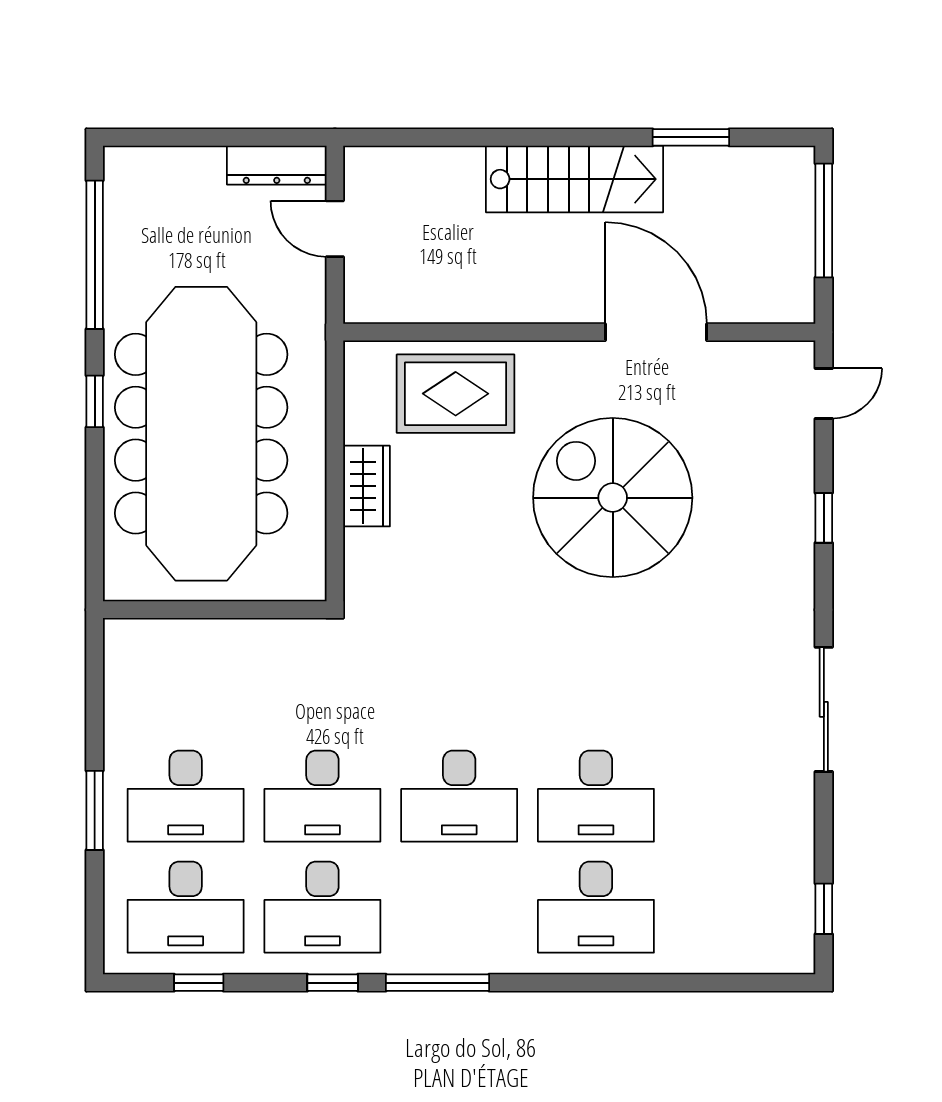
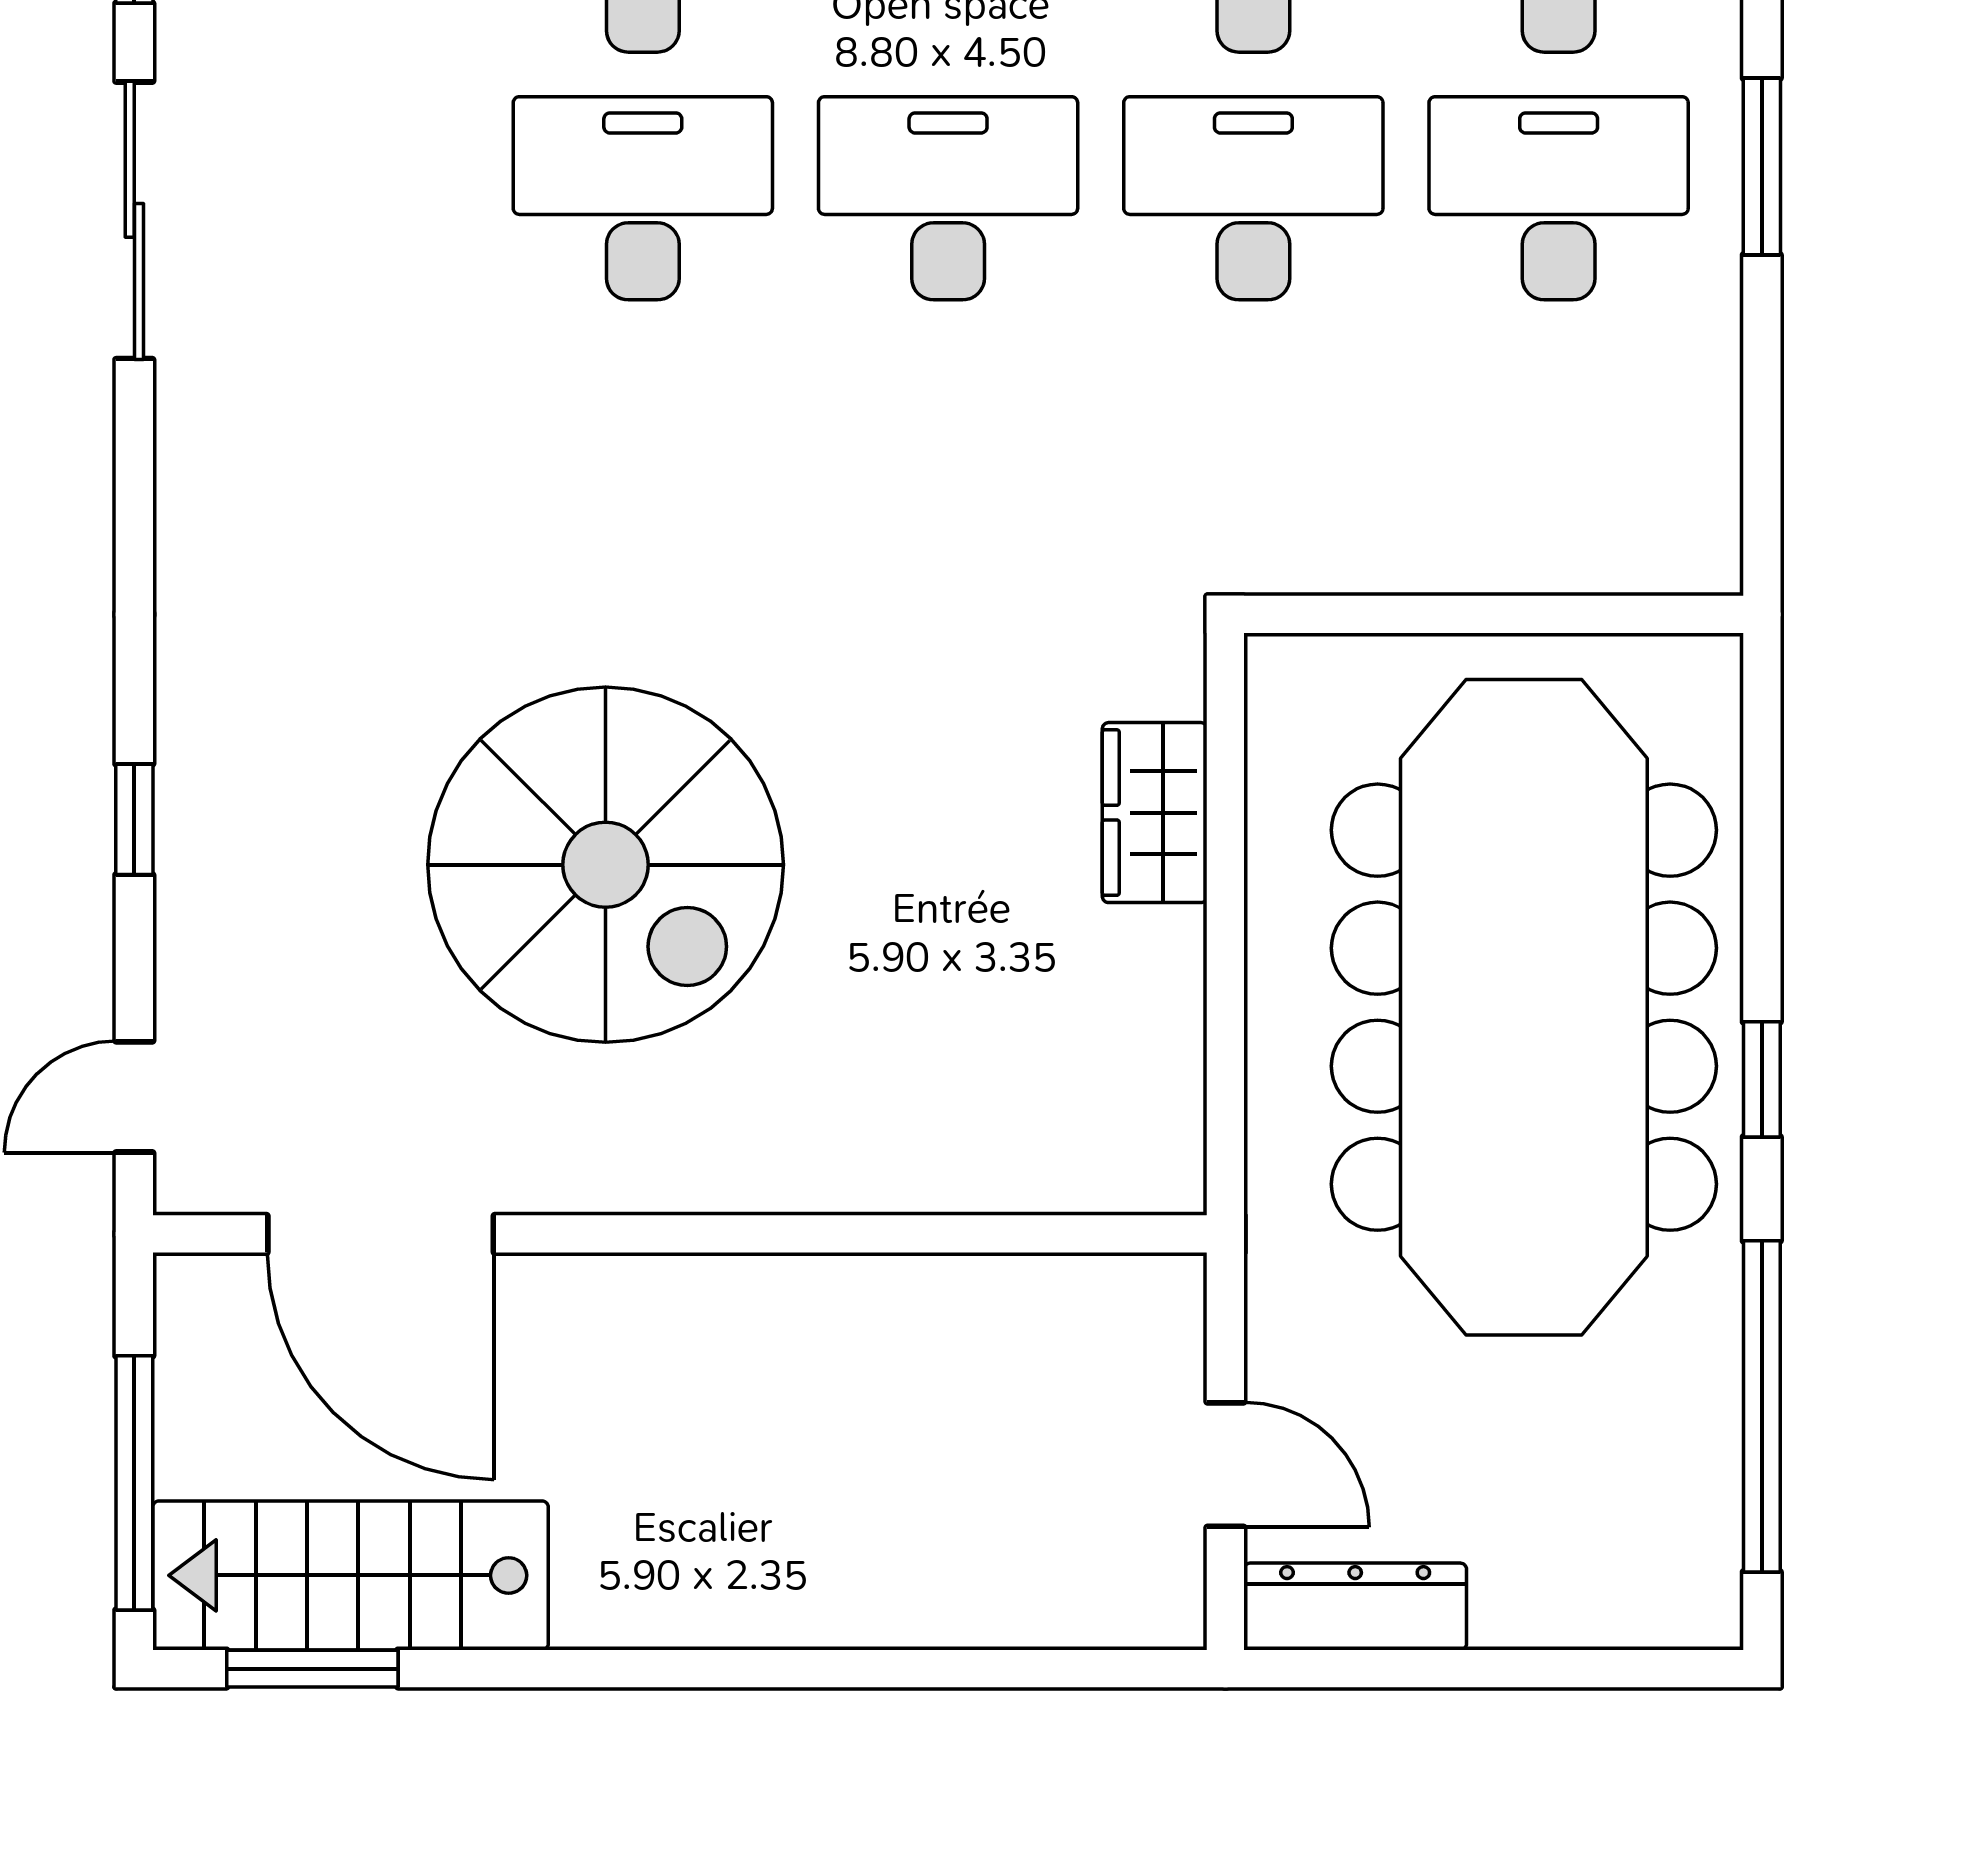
window: (691, 137) -> (312, 1669), moved
stairs: (574, 179) -> (351, 1575), moved
door: (656, 332) -> (381, 1234), moved
rug: (456, 394) -> (956, 1096), removed
wardrobe: (367, 486) -> (1155, 813), moved
sliding door: (824, 709) -> (134, 220), moved

